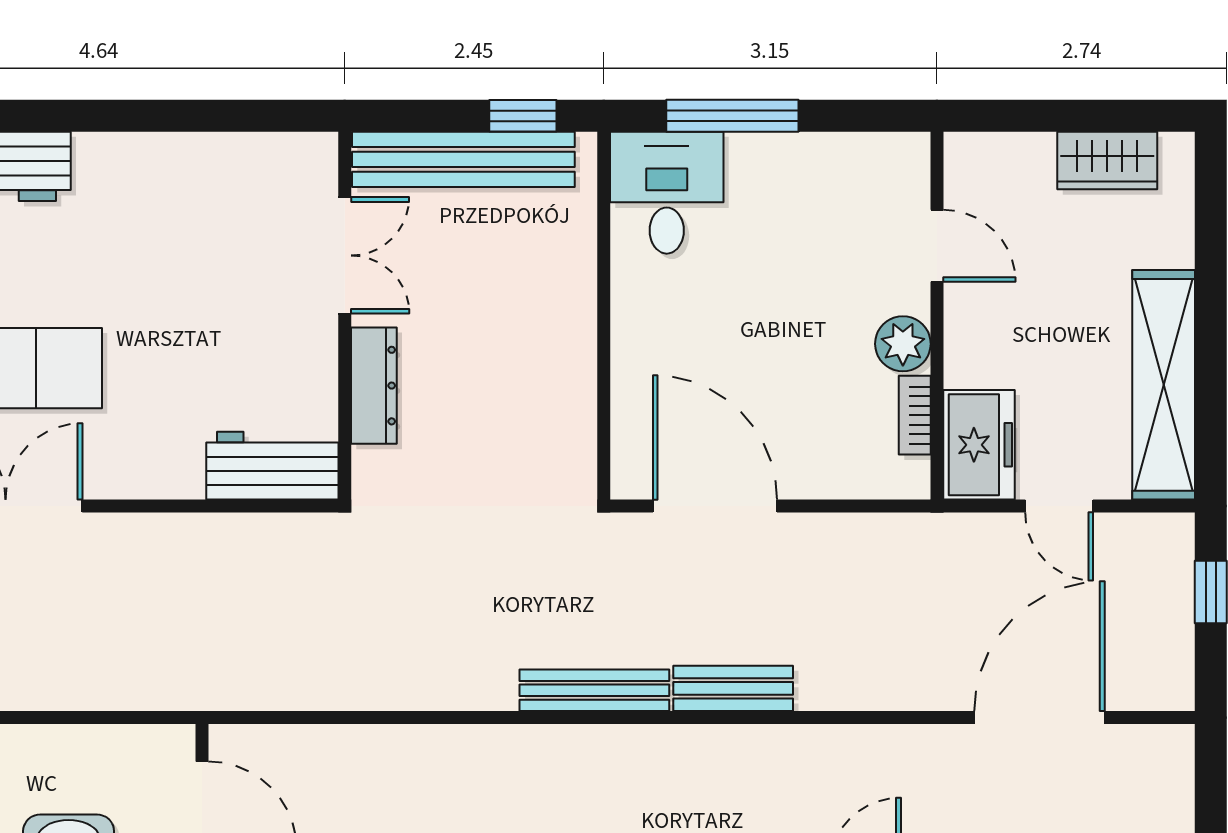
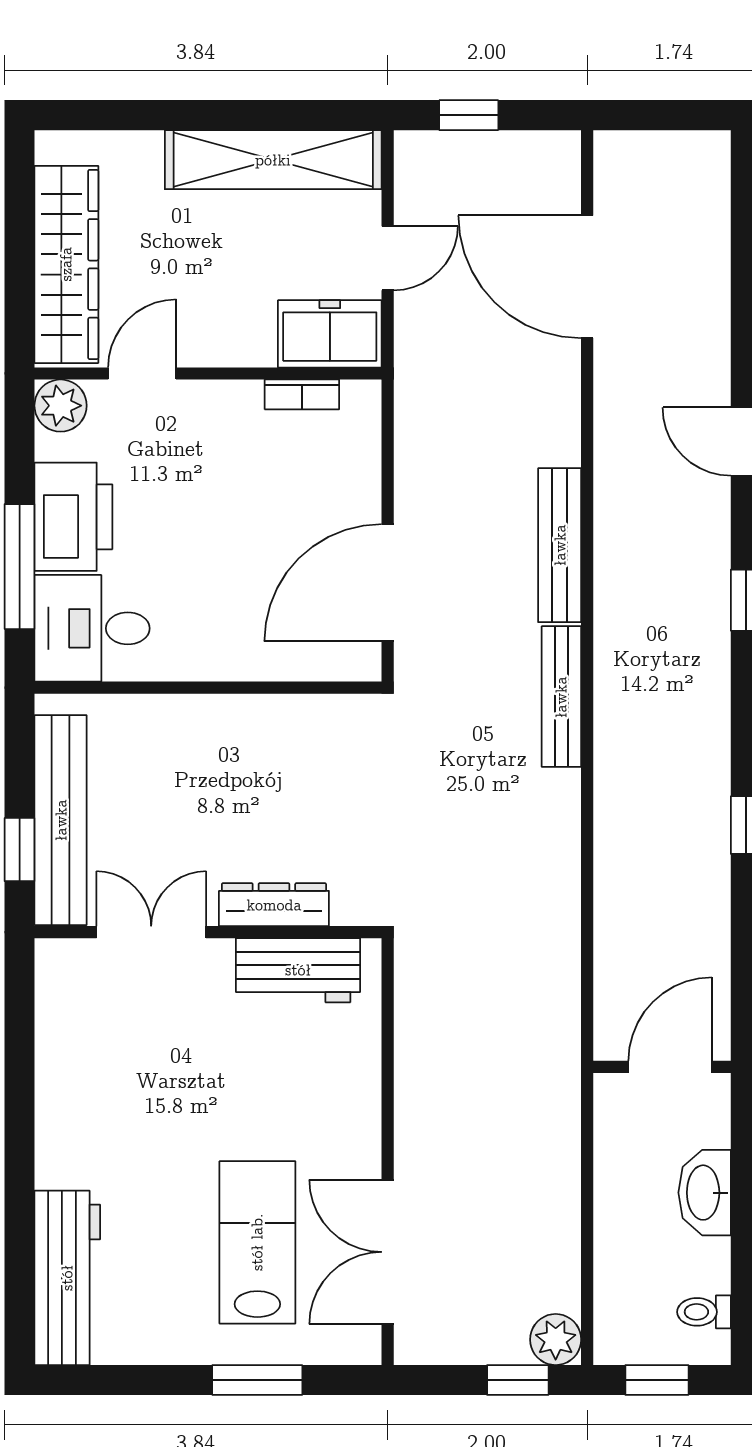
window: (523, 116) -> (20, 850), moved
wardrobe: (1107, 161) -> (66, 264), width x2.10, depth x1.17
printer: (785, 173) -> (73, 517), added
plant: (903, 344) -> (61, 406), moved
workbench: (272, 466) -> (298, 970), moved, turned -90
bench: (733, 688) -> (560, 545), width x1.36

